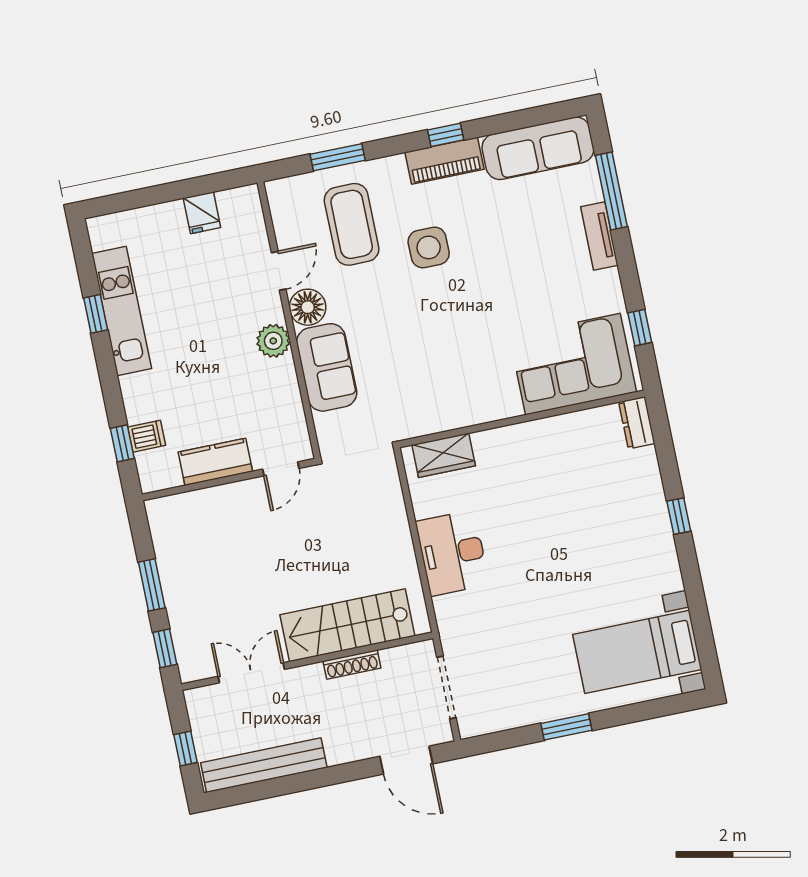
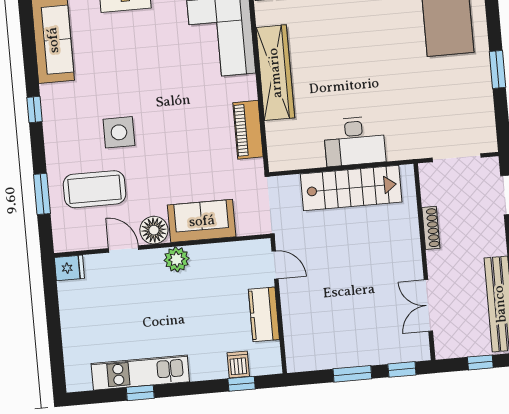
piano: (445, 161) -> (248, 130), moved, turned 180
fridge: (202, 213) -> (69, 268), moved
wardrobe: (444, 455) -> (275, 73), moved, width x2.10, depth x1.17
stairs: (347, 625) -> (351, 188), moved, turned -90

